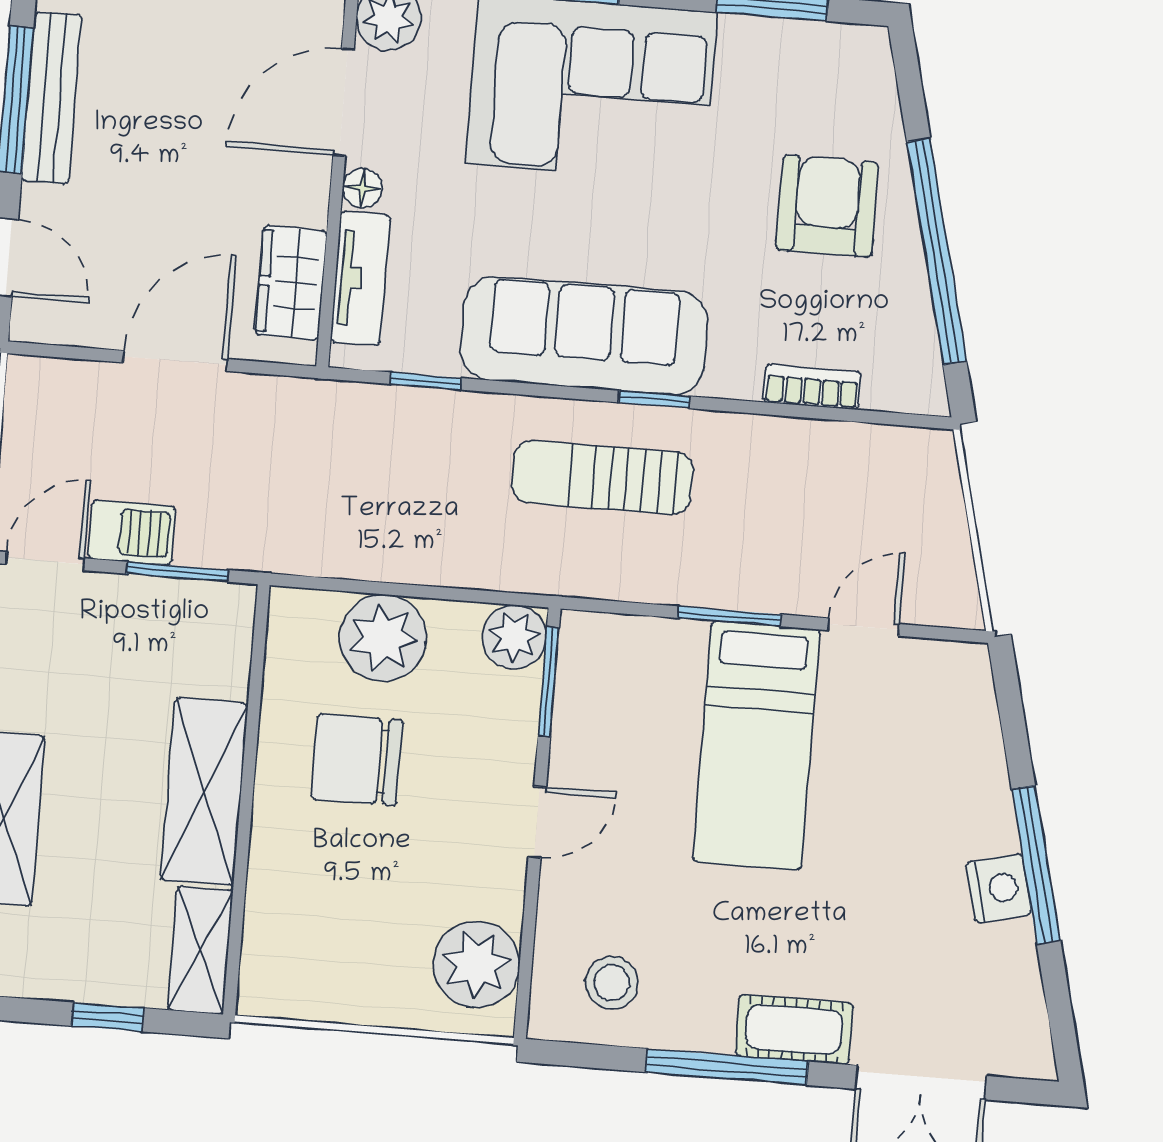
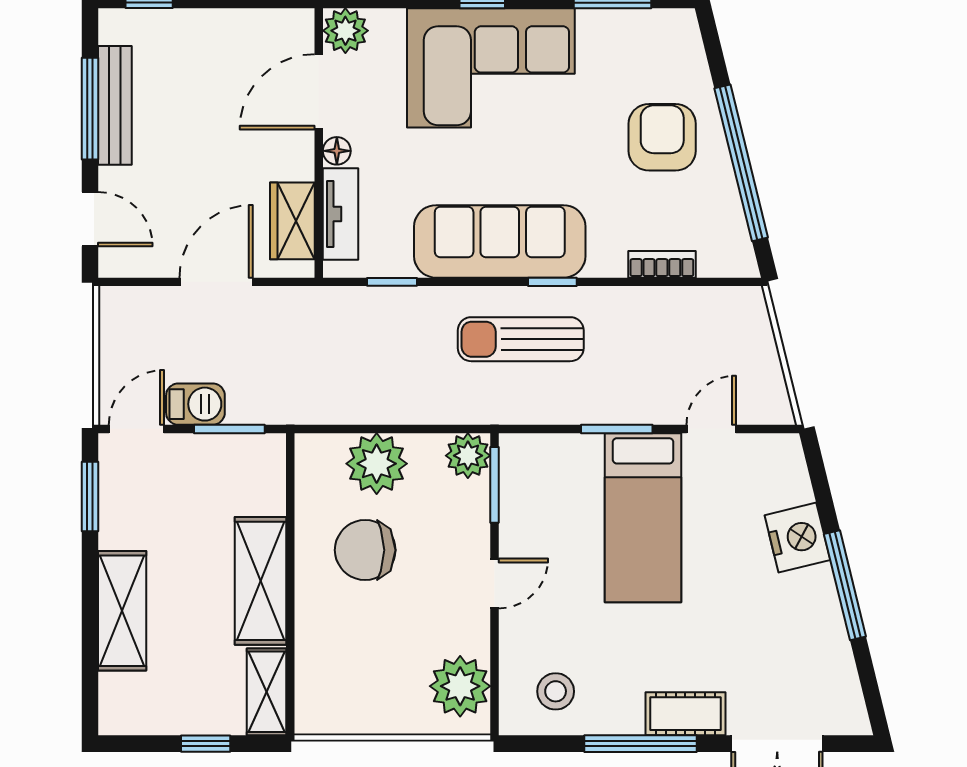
nightstand: (999, 888) -> (797, 538), moved, width x1.36, depth x1.33

